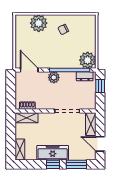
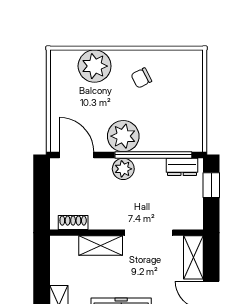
plant: (88, 60) -> (123, 136), moved
shelving: (27, 118) -> (101, 245), moved

